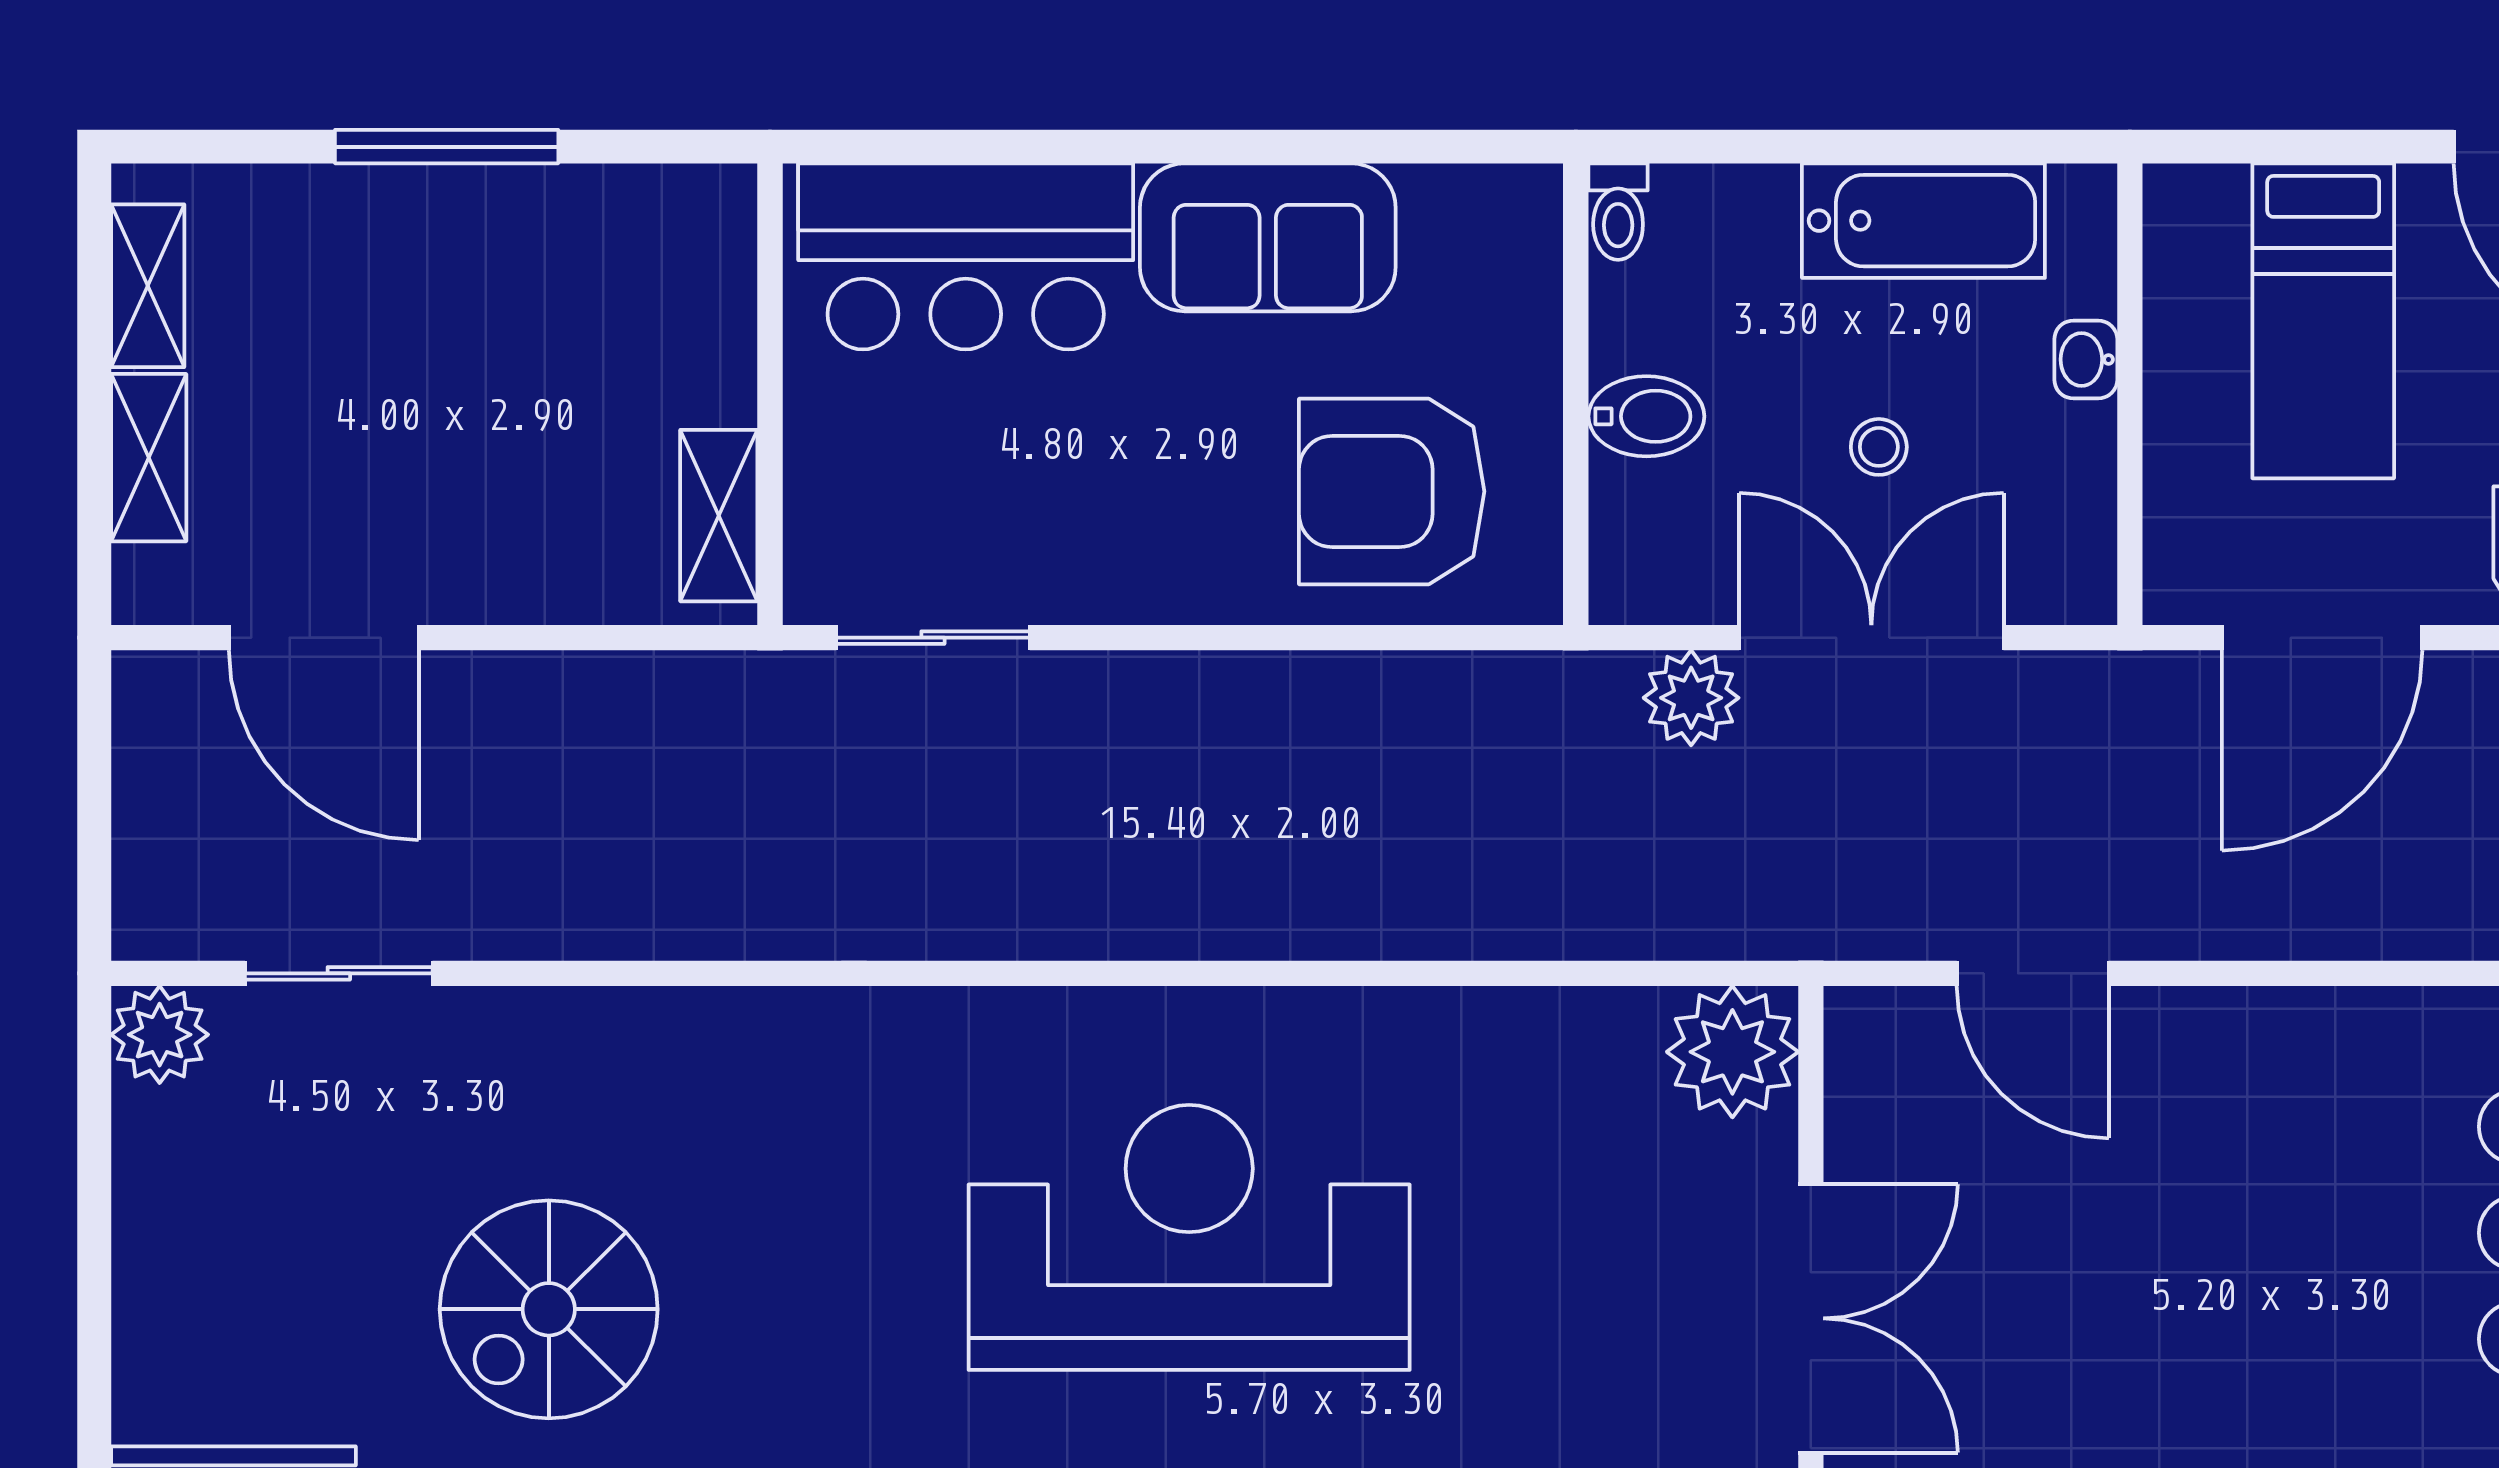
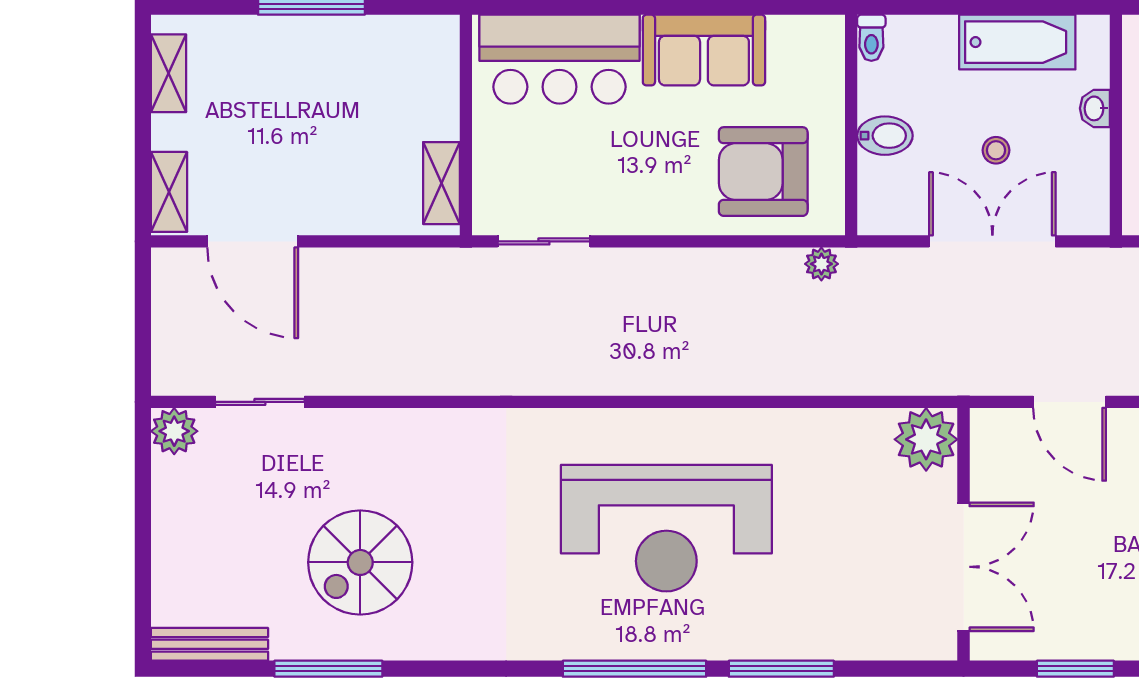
shelving: (149, 458) -> (169, 192), moved
plant: (1691, 698) -> (821, 264), moved, width x0.73, depth x0.73
reception desk: (1189, 1237) -> (666, 528), turned 180

